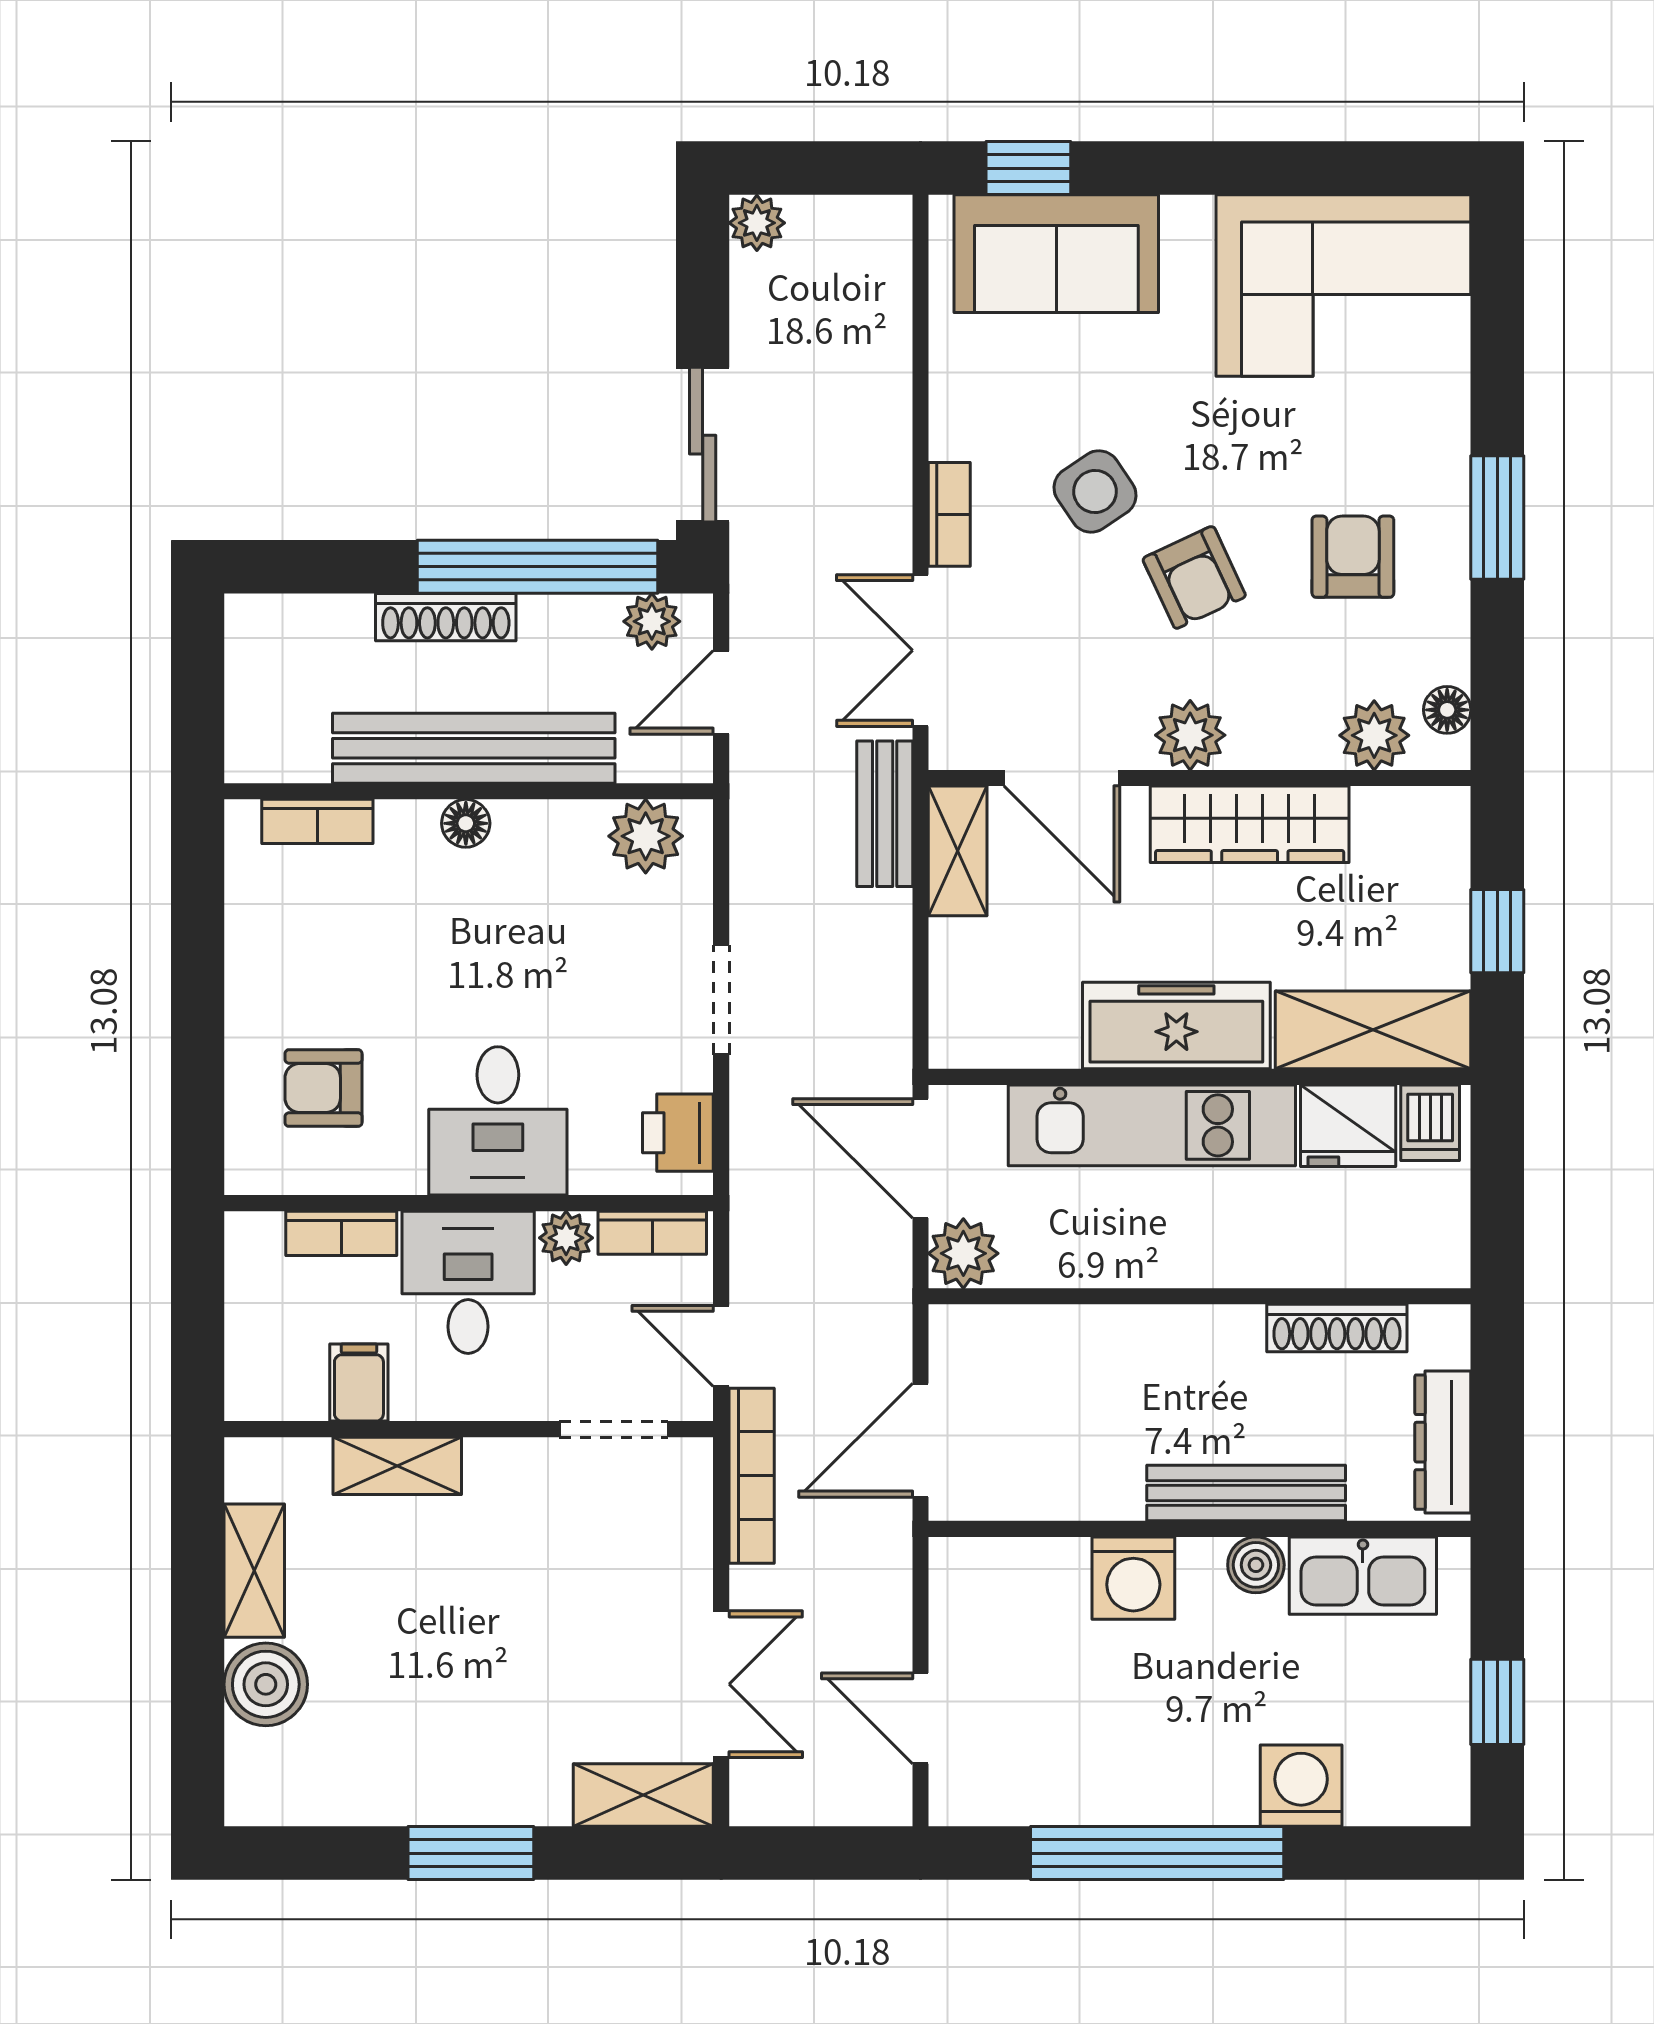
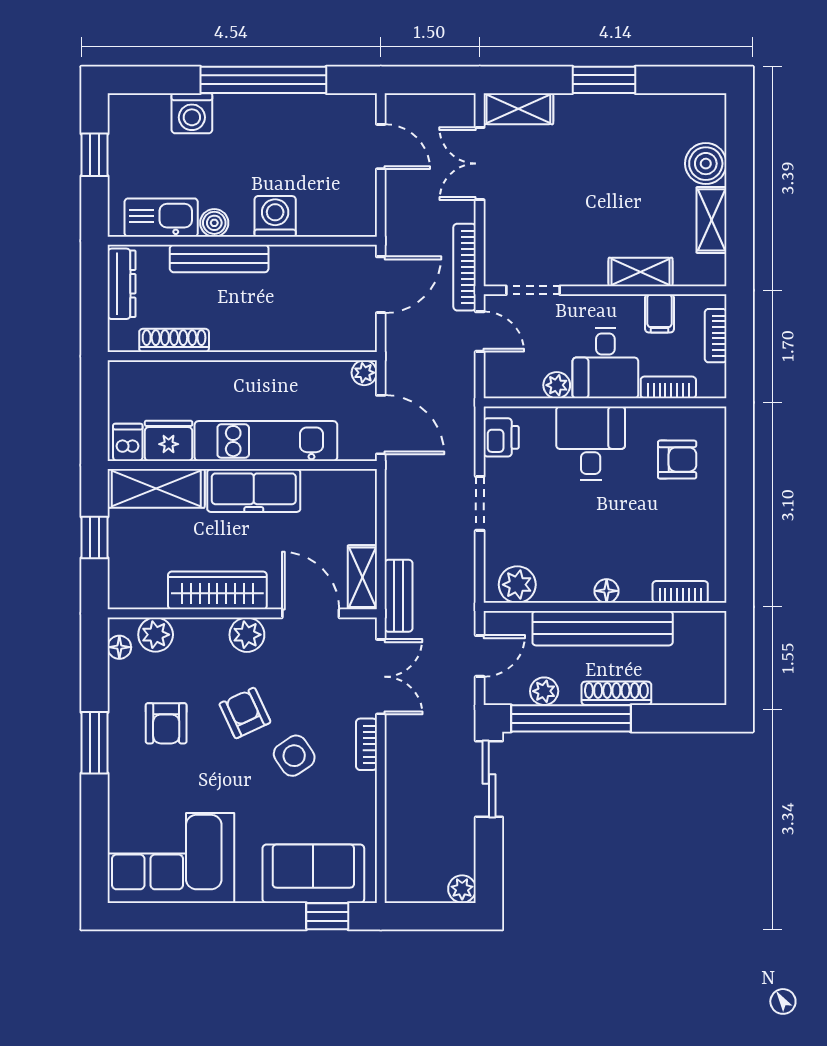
plant: (652, 621) -> (544, 691), moved
bookcase: (652, 1233) -> (716, 336), moved, turned -90
plant: (963, 1253) -> (364, 373), width x0.73, depth x0.73

